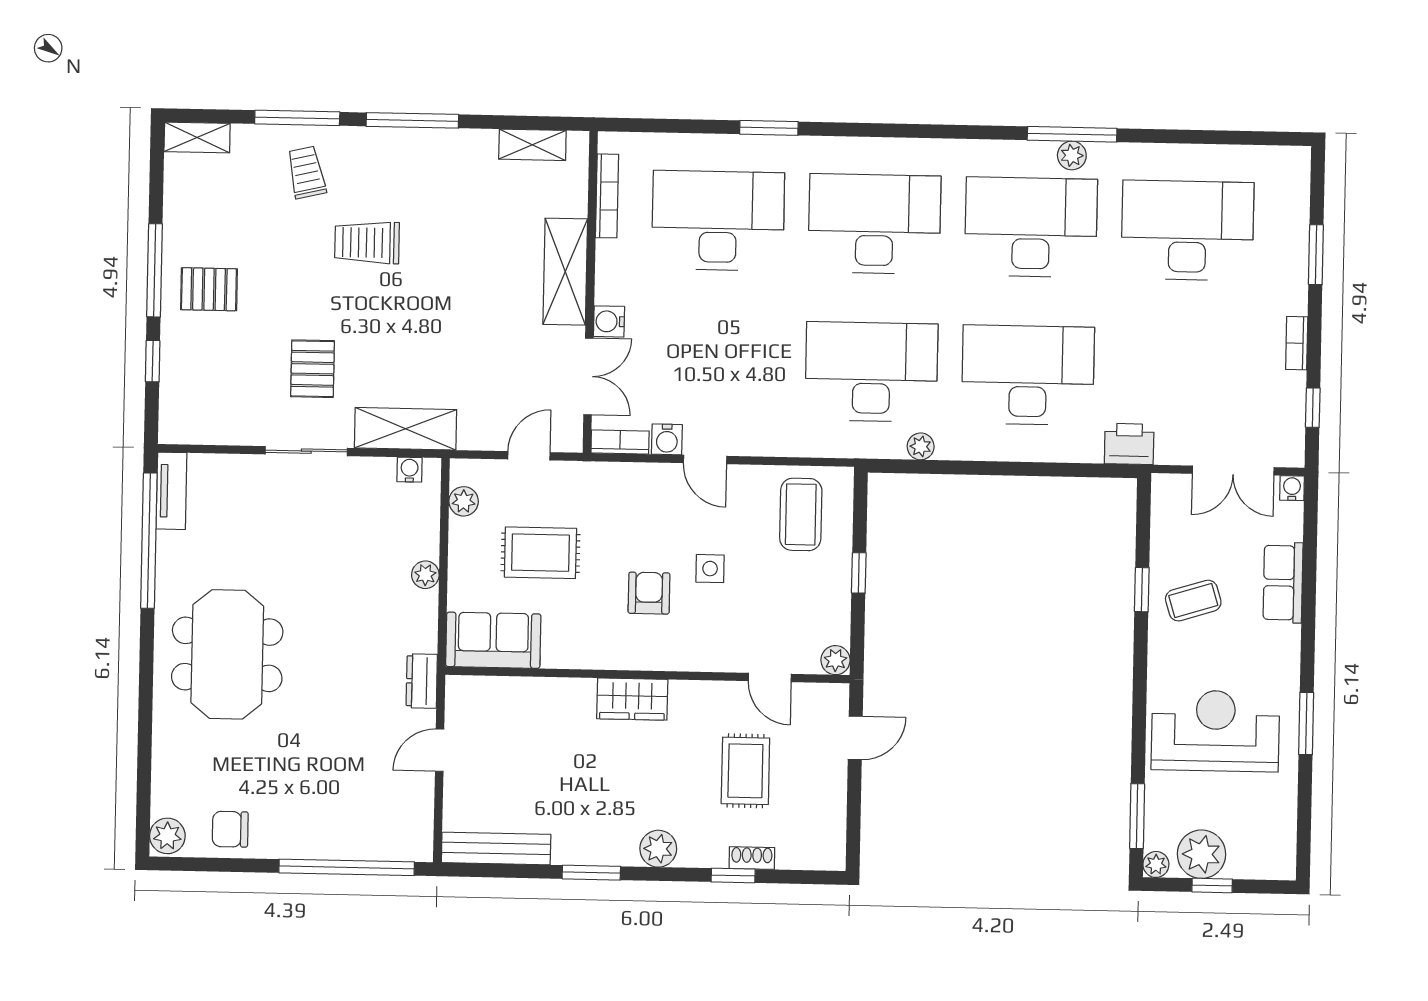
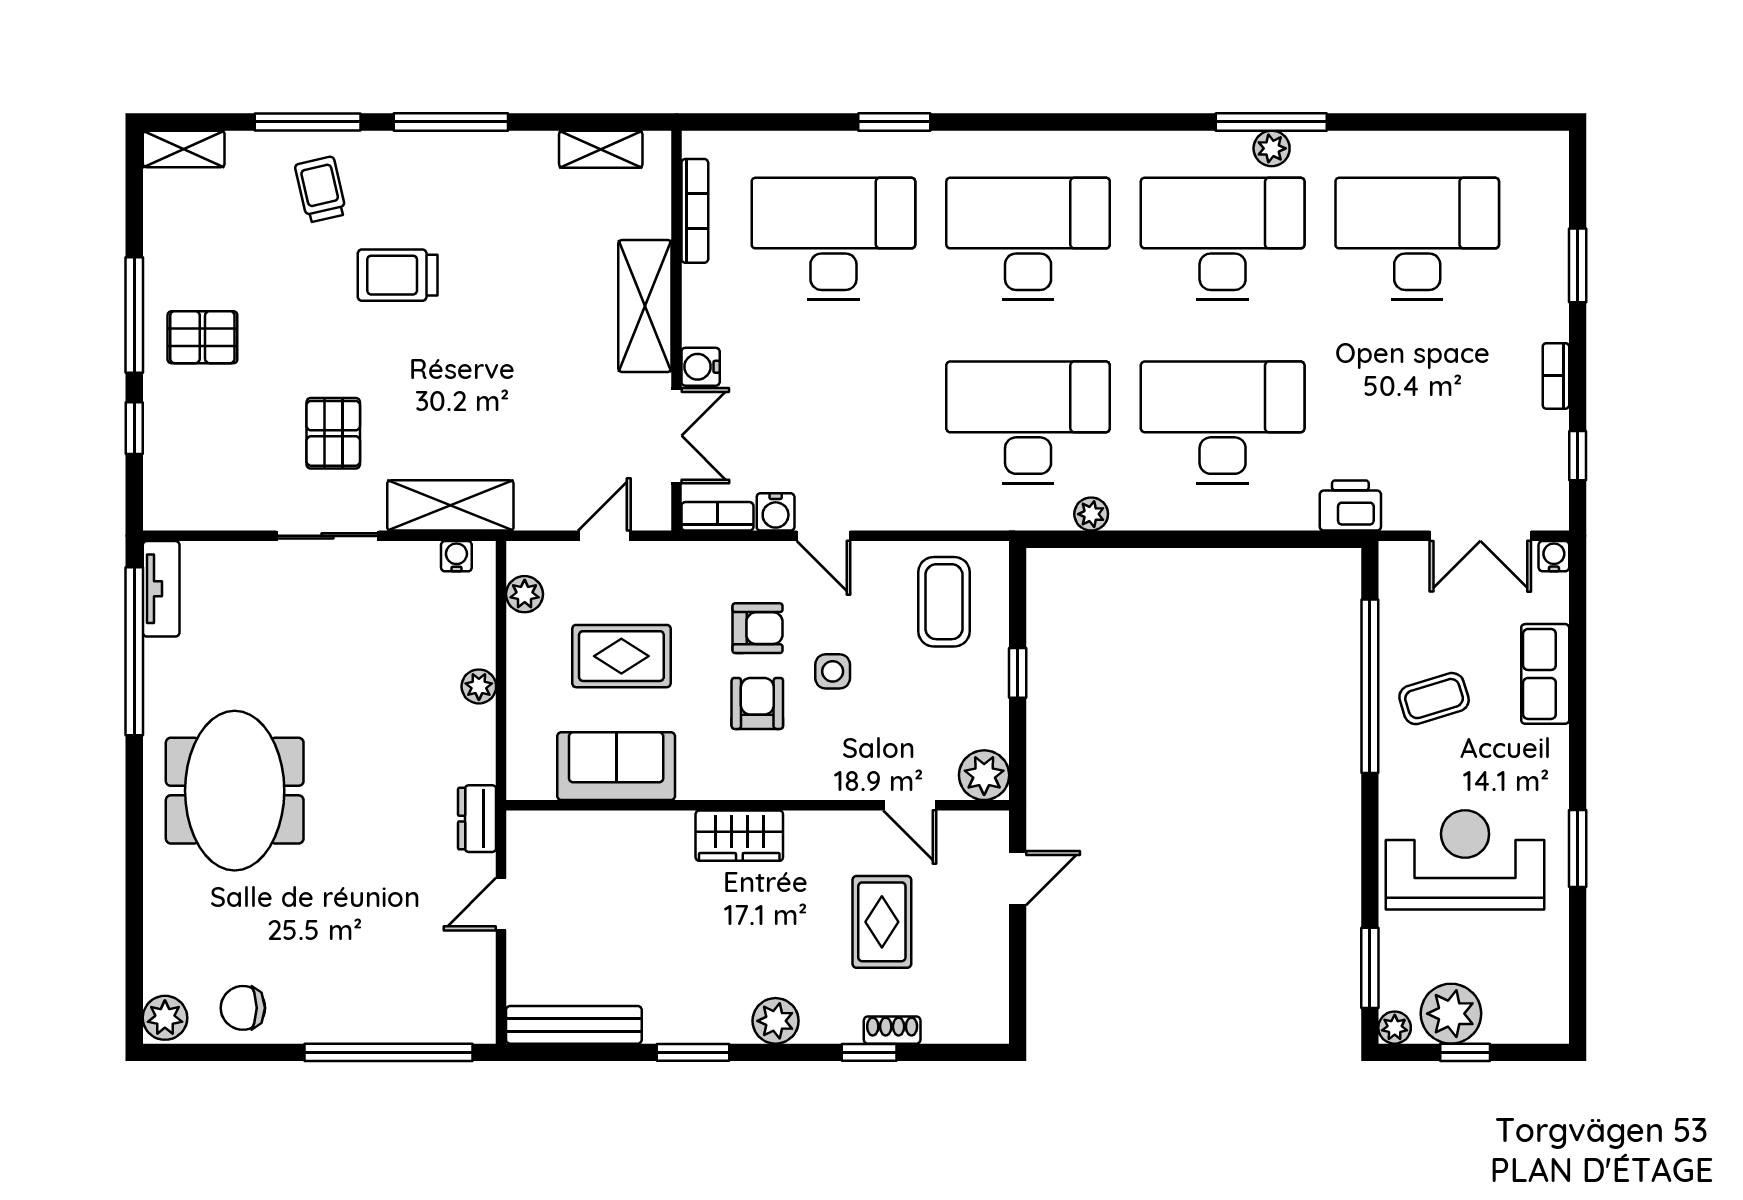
armchair: (650, 533) -> (757, 628), added
window: (1142, 590) -> (1370, 686), width x3.17
sofa: (493, 640) -> (616, 766), moved
plant: (835, 660) -> (984, 775), width x1.38, depth x1.38

